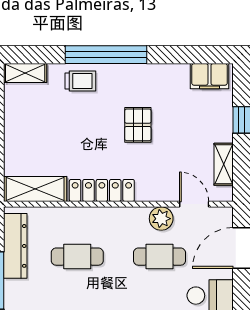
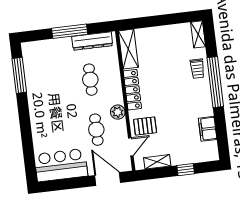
filing cabinet: (209, 76) -> (208, 129), moved
pallet: (138, 125) -> (145, 126), moved
plant: (161, 219) -> (118, 112), moved

